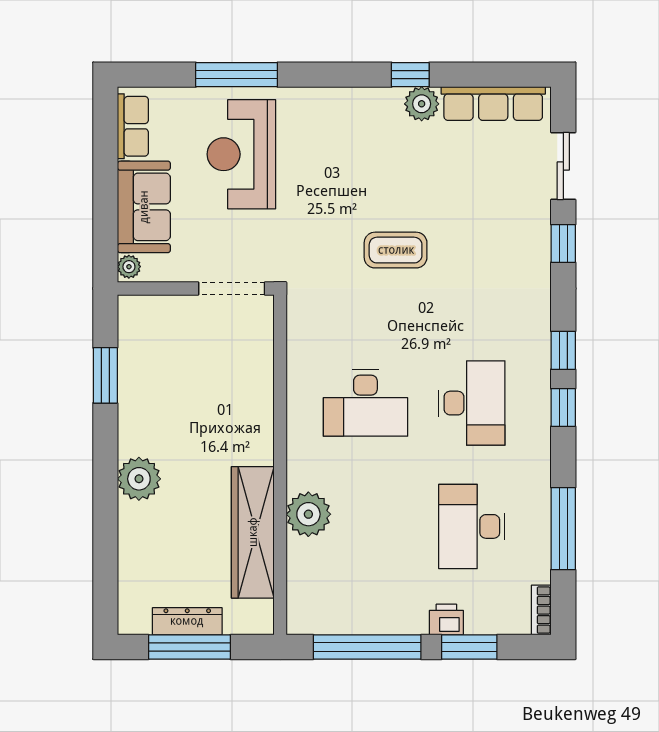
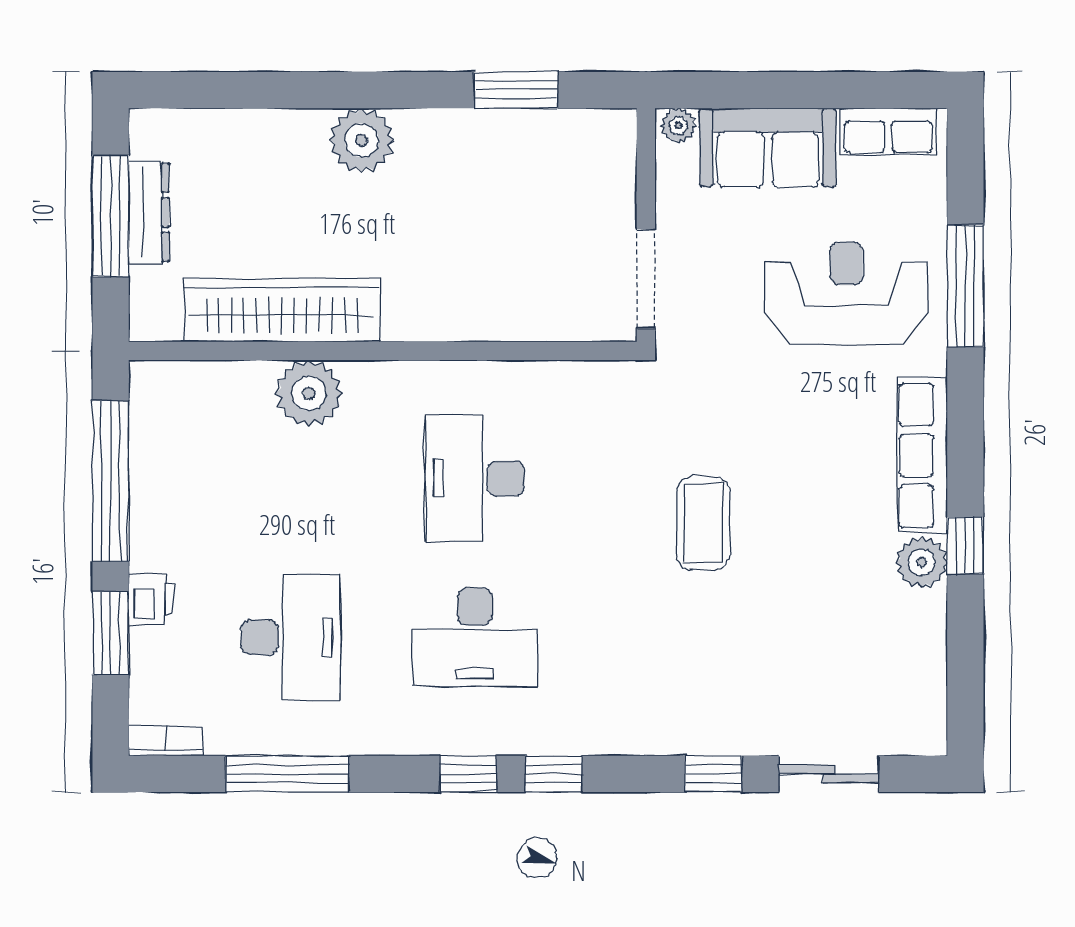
row of seats: (493, 103) -> (922, 455), moved
desk: (472, 526) -> (291, 637), turned 90

